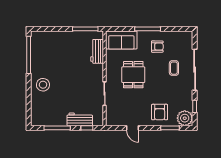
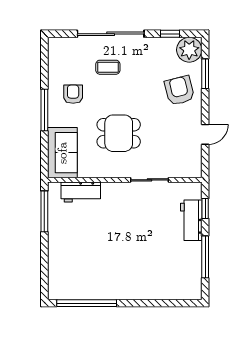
stool: (43, 85) -> (135, 280), removed
armchair: (160, 112) -> (179, 90), turned -104

